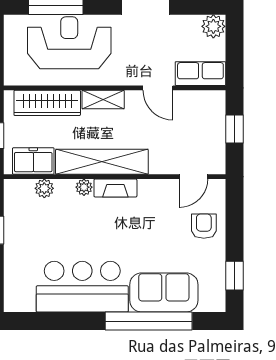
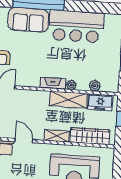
shelving: (102, 162) -> (68, 100), width x0.68

